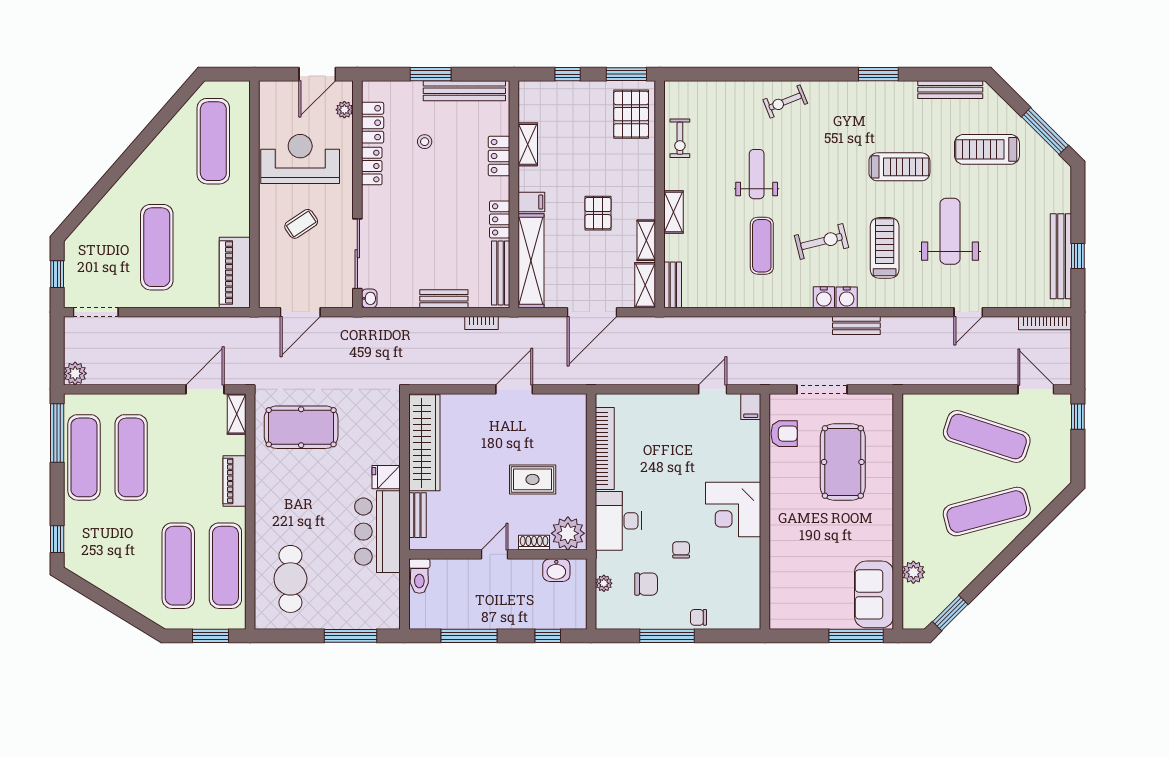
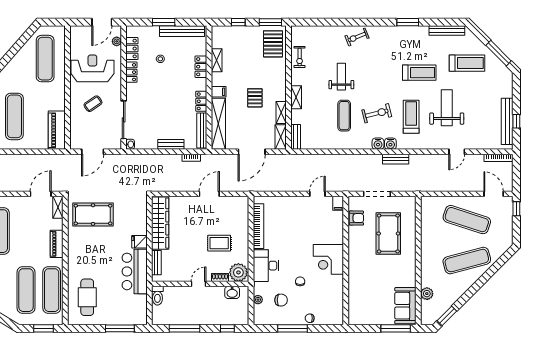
treadmill: (987, 149) -> (467, 63), turned 180

